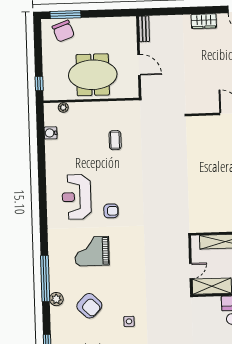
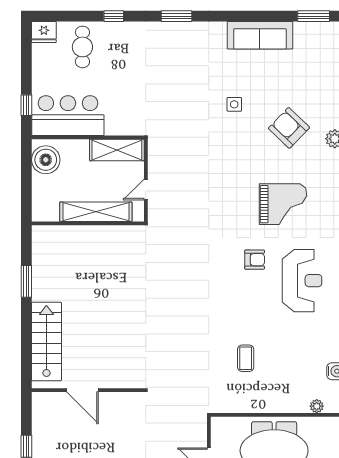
armchair: (111, 211) -> (255, 260), turned 180
door: (191, 271) -> (146, 189), moved

